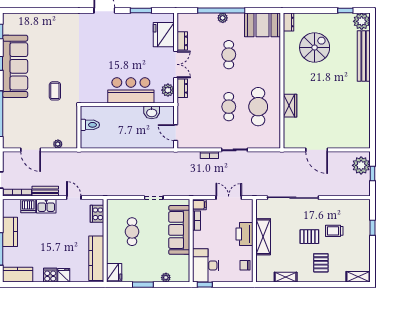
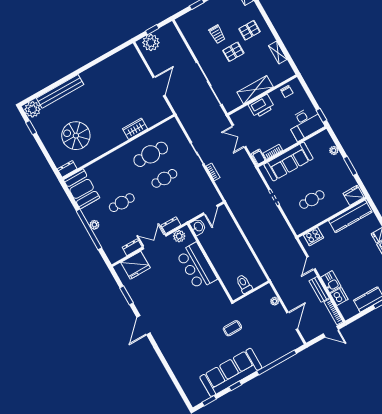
washbasin: (152, 112) -> (198, 227), moved
pallet: (309, 237) -> (233, 52), turned 90

